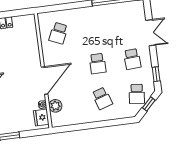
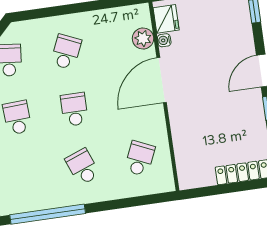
school desk: (93, 29) -> (83, 167), added
school desk: (102, 98) -> (66, 52), turned 42

